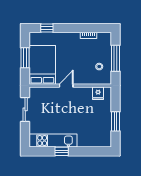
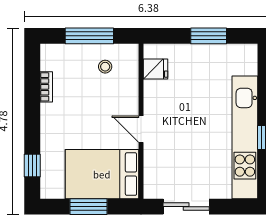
kitchen unit: (53, 141) -> (245, 137), width x1.36

